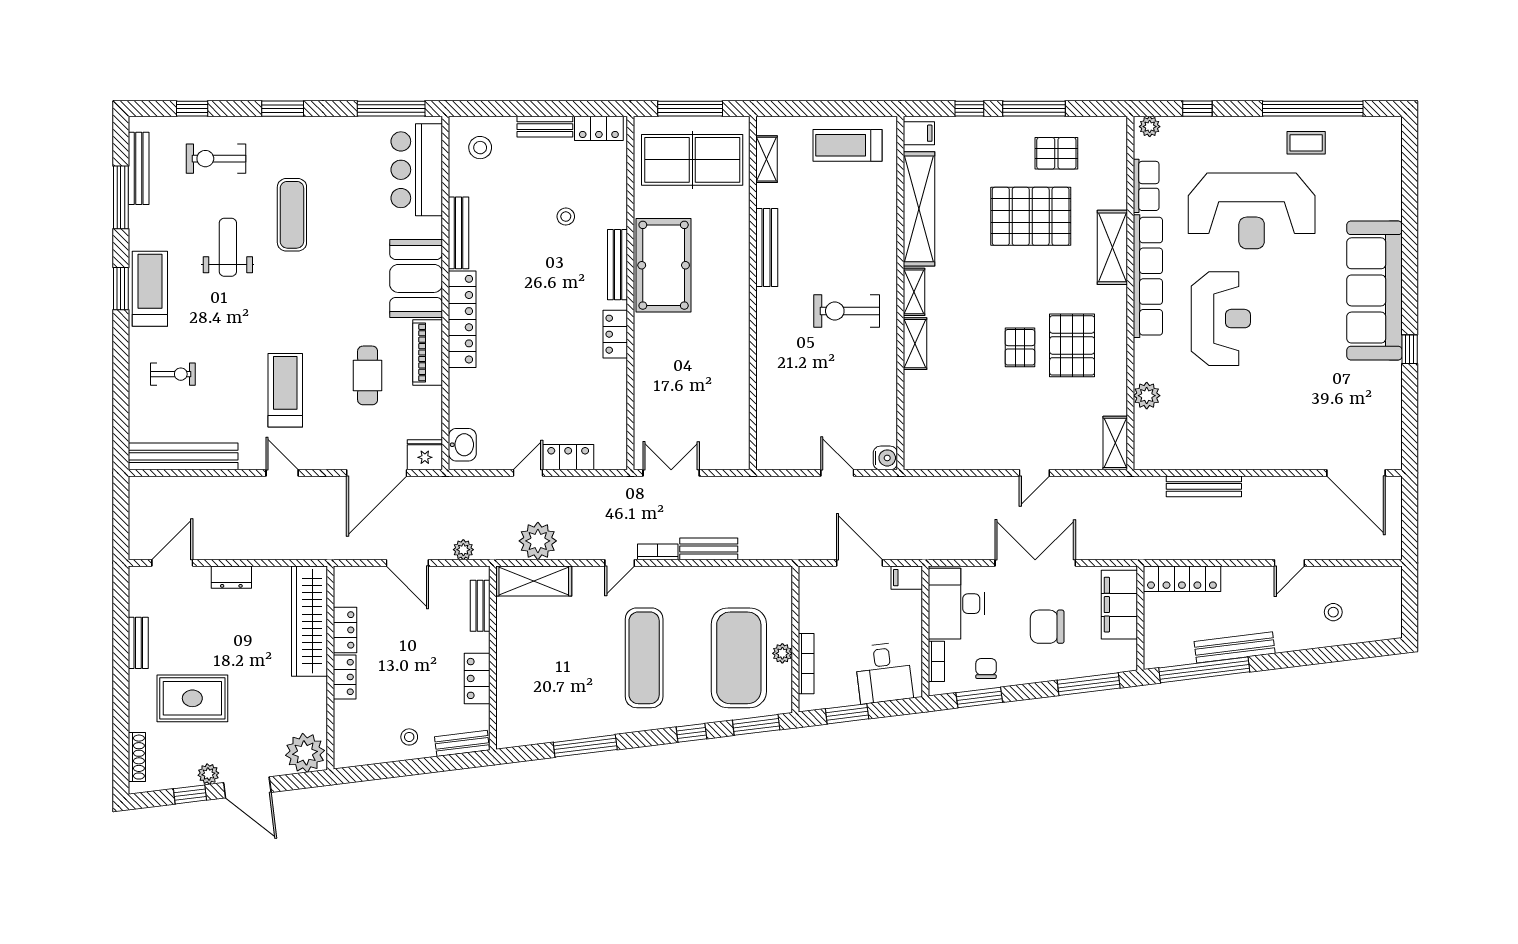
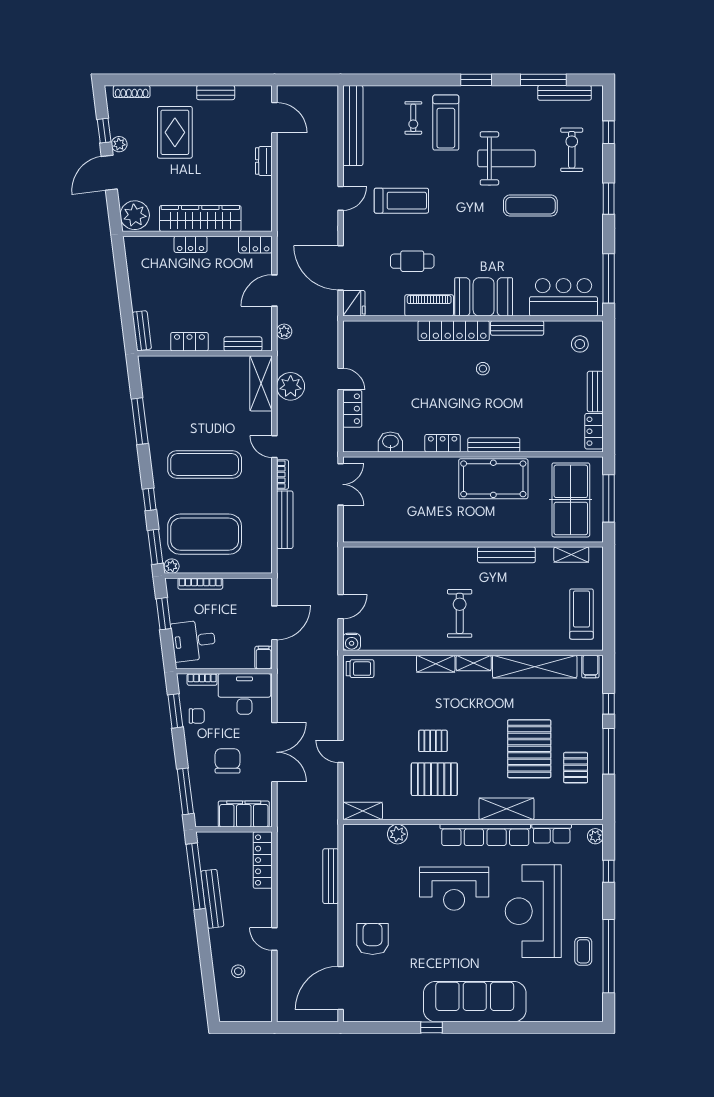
stool: (566, 217) -> (483, 369), moved
weight bench: (228, 247) -> (507, 158), width x1.36, depth x1.33
treadmill: (150, 289) -> (446, 123), moved, turned 90
armchair: (1289, 429) -> (373, 939), added
washbasin: (462, 445) -> (390, 442), moved, turned 180
trolley: (922, 446) -> (360, 669), added
bench: (709, 549) -> (285, 520), width x1.36
wardrobe: (310, 621) -> (200, 219), moved
locker: (345, 630) -> (255, 245), moved
plant: (782, 653) -> (172, 566), moved
stool: (409, 737) -> (146, 292), removed

